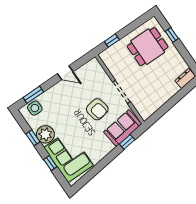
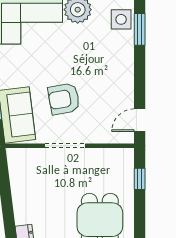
door: (65, 73) -> (140, 120), moved

